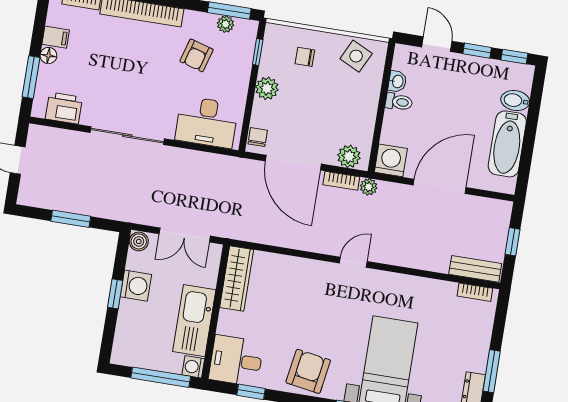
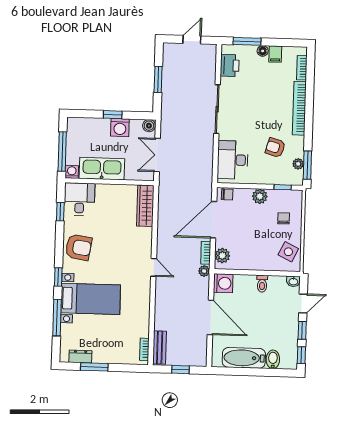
washbasin: (397, 81) -> (293, 281), moved
wardrobe: (237, 279) -> (145, 206), moved, turned 90

